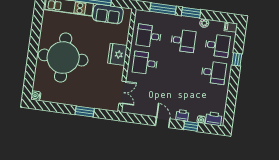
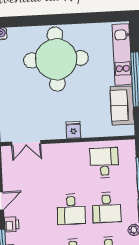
fridge: (117, 54) -> (73, 130), width x0.53, depth x0.75
desk: (145, 63) -> (71, 209), moved, turned 180

